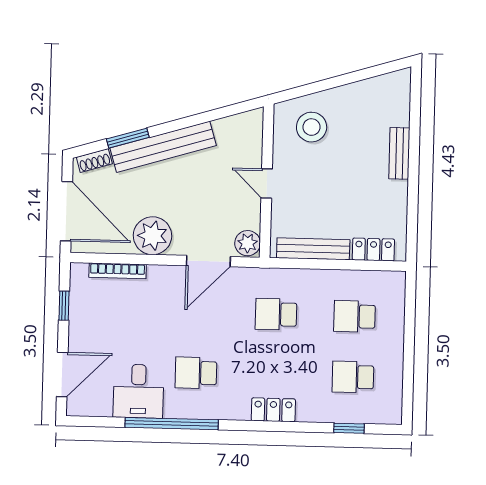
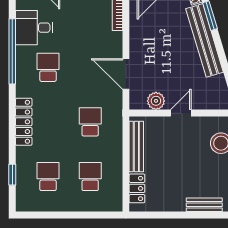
plant: (152, 236) -> (143, 35), removed
plant: (248, 243) -> (156, 101), moved
locker: (273, 410) -> (24, 122), width x1.53

